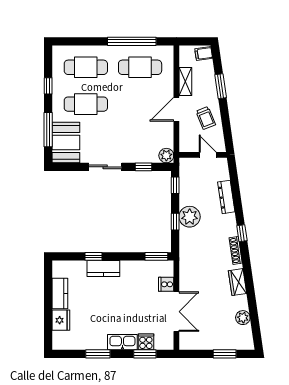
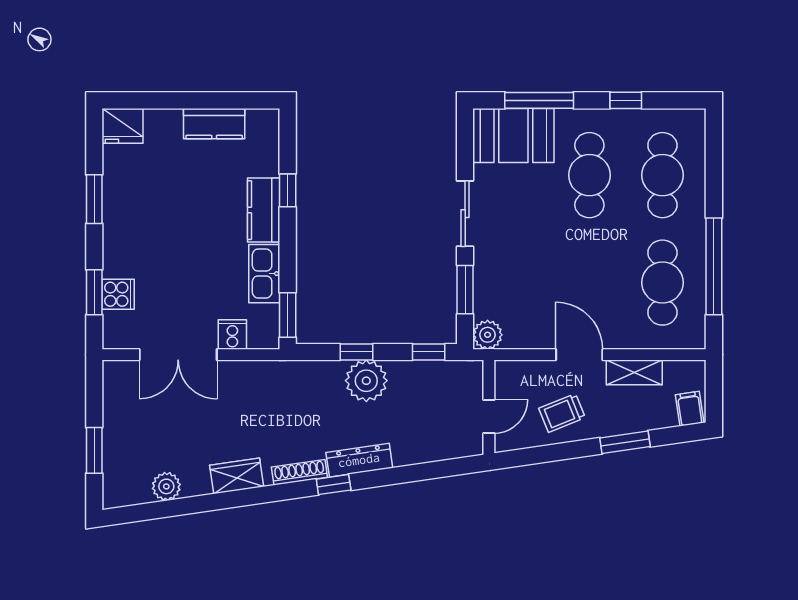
window: (144, 167) -> (465, 290), width x1.50
dresser: (226, 197) -> (359, 460), moved
fridge: (61, 320) -> (122, 126), moved
kitchen sink: (122, 342) -> (264, 274), moved, turned 180

